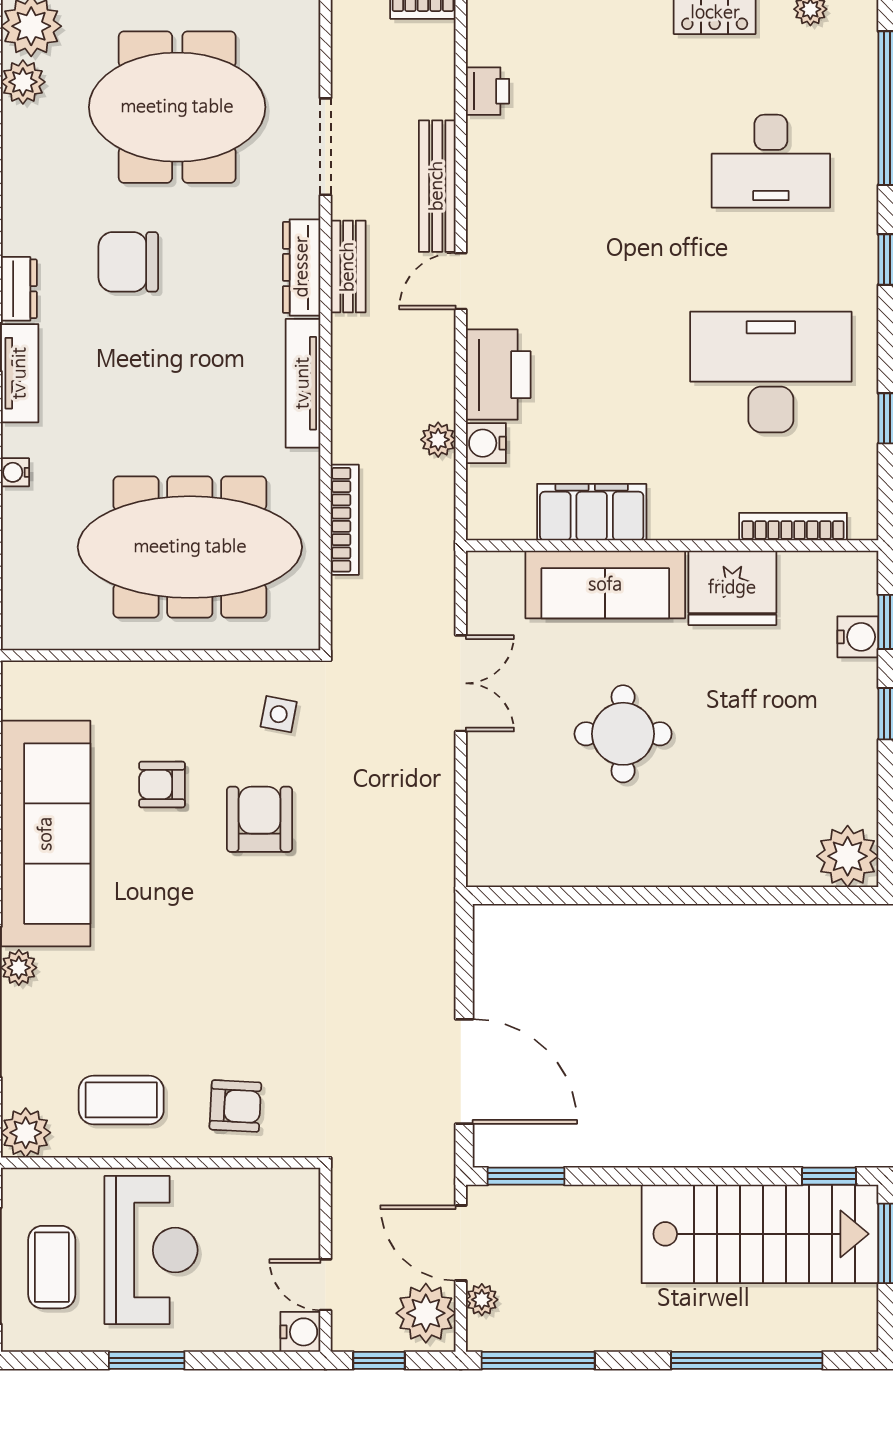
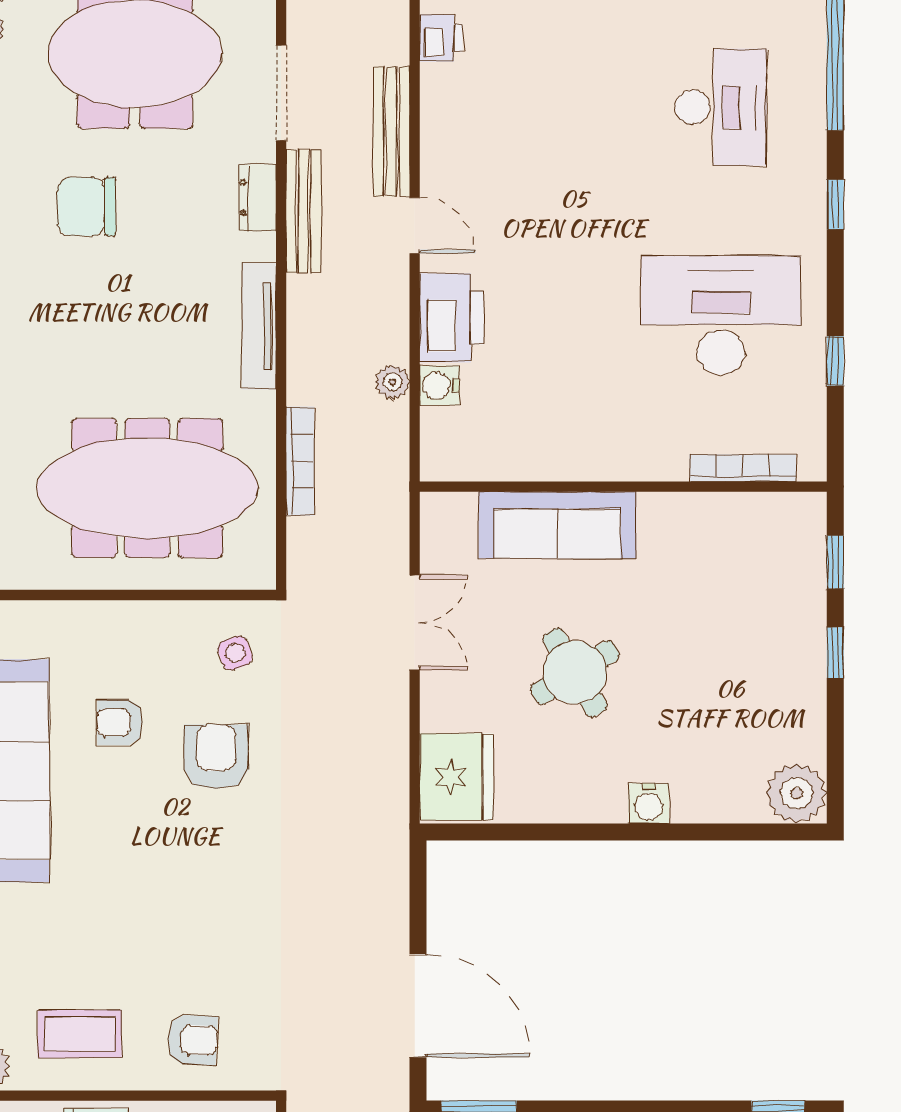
desk: (771, 161) -> (721, 107), turned -90
dresser: (302, 267) -> (258, 198), width x0.70
bench: (348, 267) -> (304, 211), width x1.36
door: (461, 281) -> (415, 225), swing flipped
filing cabinet: (592, 512) -> (544, 454), removed
fridge: (732, 588) -> (456, 777), moved, turned -90
water cooler: (858, 637) -> (649, 803), moved, turned 90
side table: (279, 714) -> (235, 653), turned -31
round table: (623, 734) -> (575, 672), turned -31

